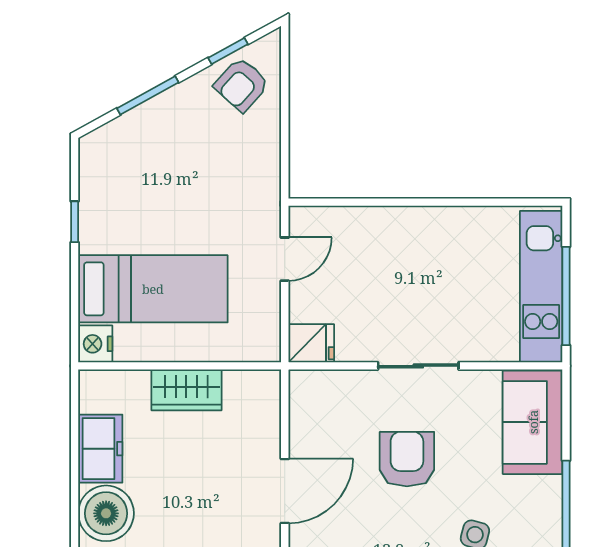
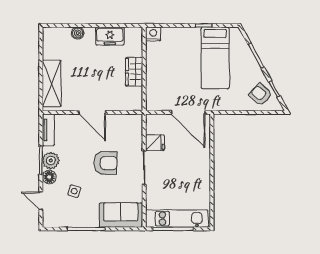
door: (285, 259) -> (188, 112), width x1.87
bed: (153, 289) -> (215, 58), moved
fridge: (311, 343) -> (155, 143), moved, turned -90
boiler: (106, 513) -> (78, 33), width x0.54, depth x0.54

